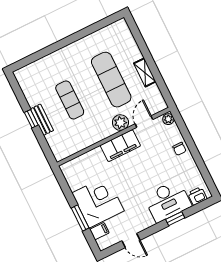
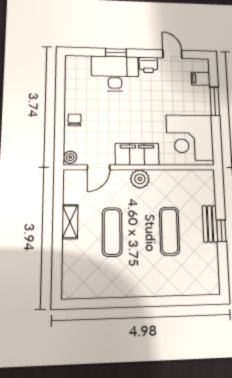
exercise mat: (111, 80) -> (112, 232), width x0.73, depth x0.69
plant: (120, 123) -> (140, 179), moved
printer: (197, 196) -> (148, 65), moved
corner desk: (98, 202) -> (190, 138), moved

